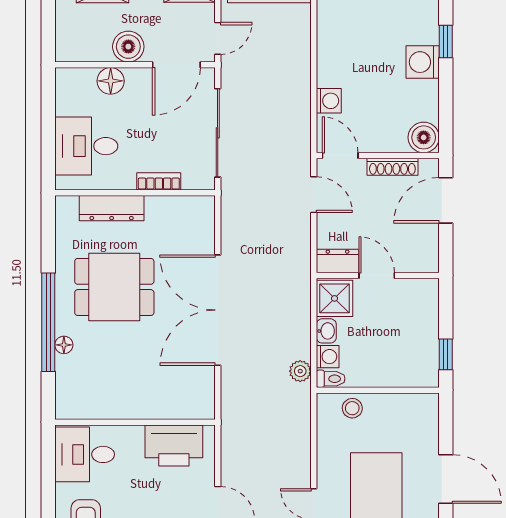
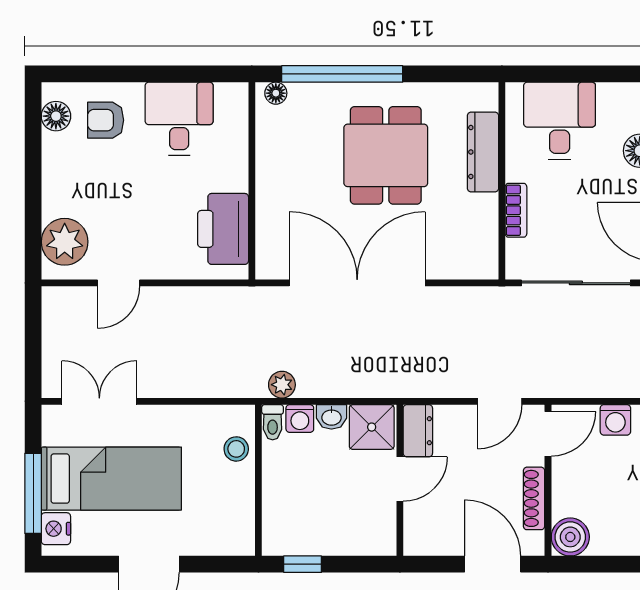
floor lamp: (64, 345) -> (276, 93), moved
wall: (135, 422) -> (252, 181), moved
printer: (174, 445) -> (223, 229), moved

